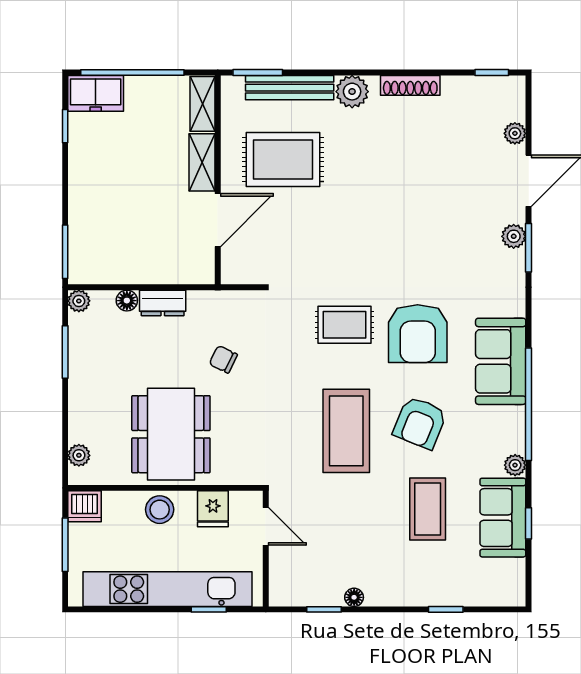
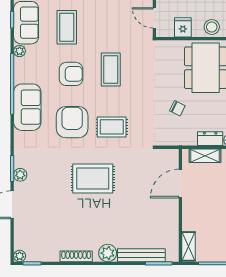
plant: (515, 133) -> (20, 256), moved
rug: (283, 159) -> (93, 179), moved
shelving: (202, 162) -> (205, 156), moved, turned 90
armchair: (420, 423) -> (71, 74), turned 68
coffee table: (346, 431) -> (111, 70), width x0.73, depth x0.76

